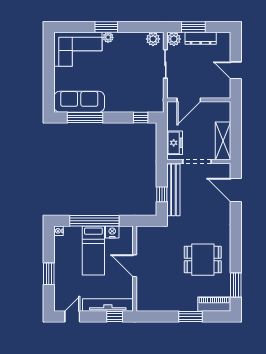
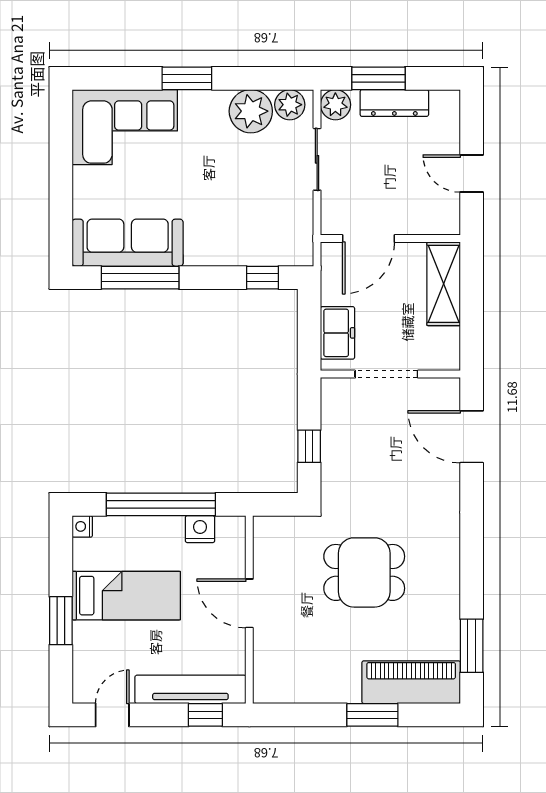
plant: (108, 37) -> (251, 111), moved, width x1.87, depth x1.87
shelving: (223, 141) -> (444, 284), moved
bench: (173, 190) -> (335, 437), removed
bed: (93, 251) -> (126, 596), moved, turned -90
dining table: (203, 260) -> (364, 572), moved
piano: (214, 304) -> (411, 682), width x1.37, depth x1.33

